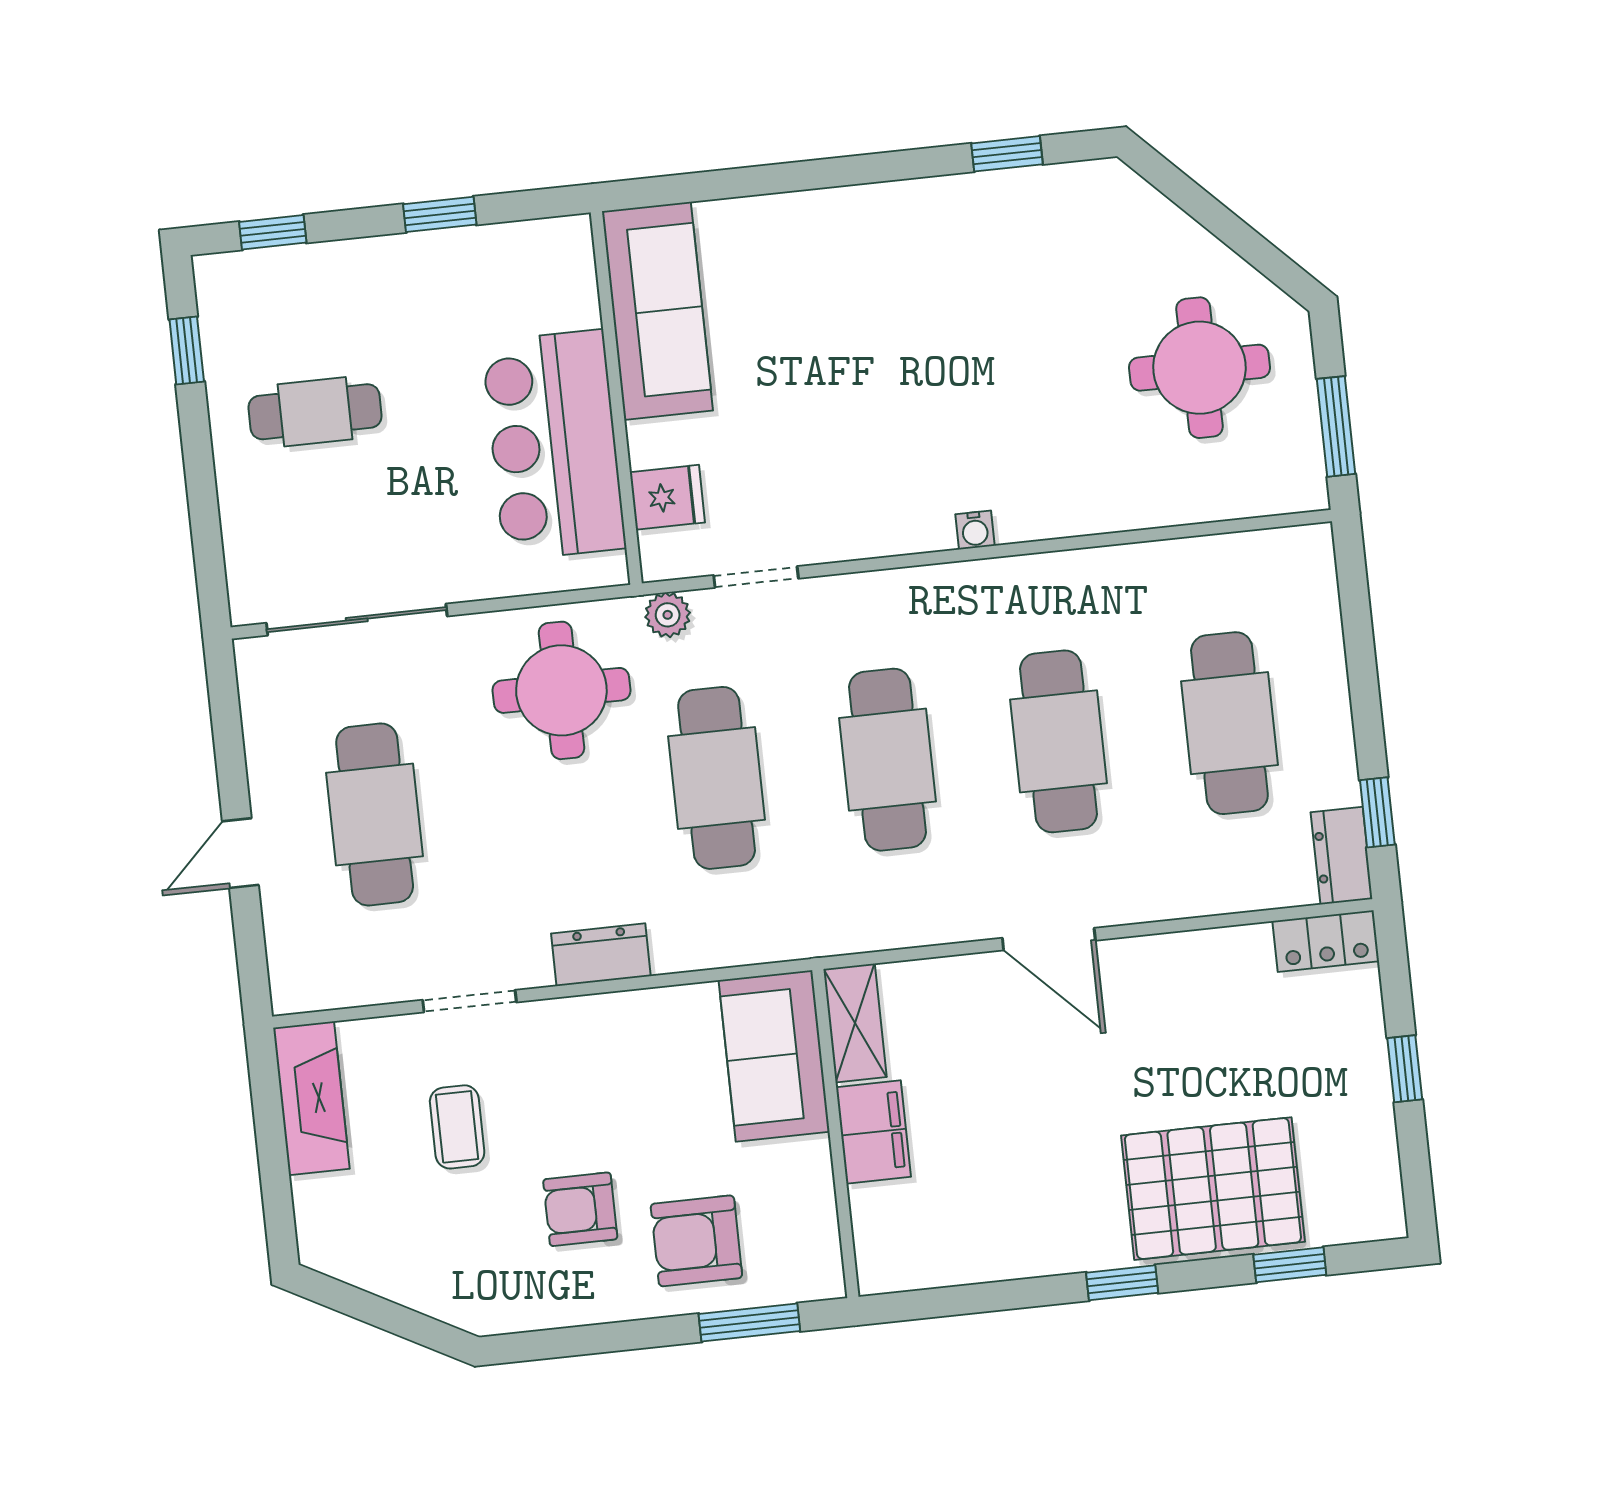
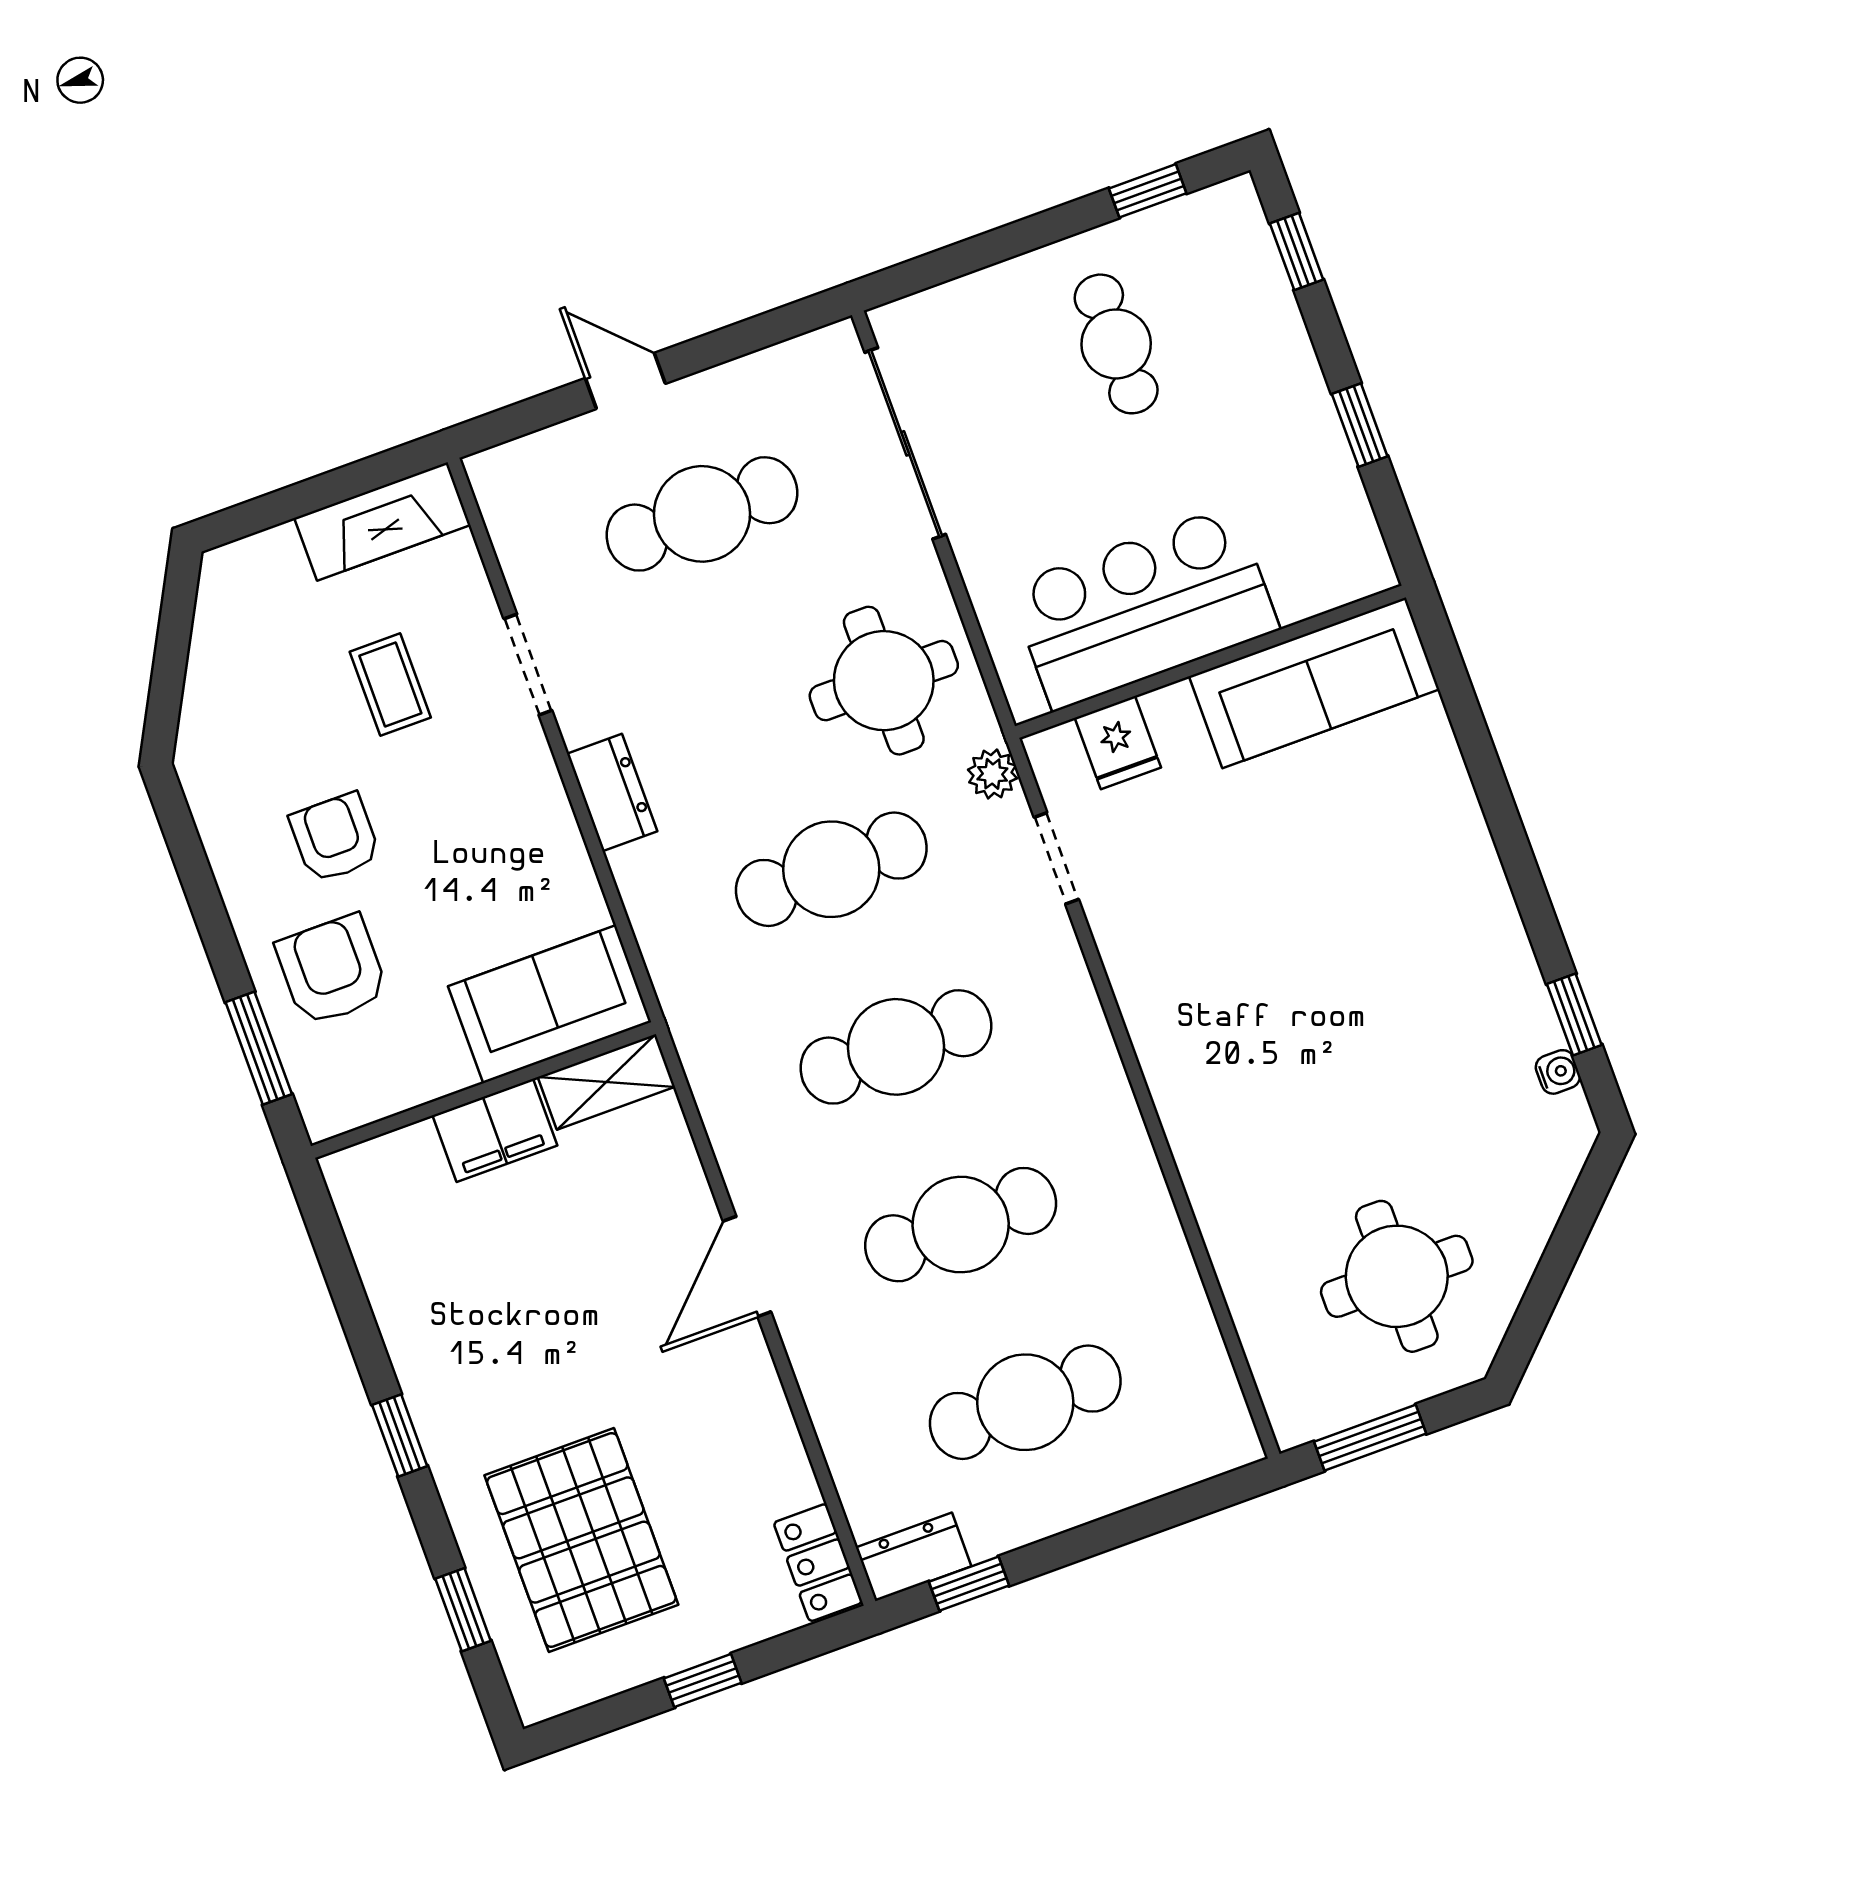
water cooler: (975, 530) -> (1558, 1072), moved, turned 180
coffee table: (457, 1127) -> (390, 685), turned 90
pallet: (1213, 1189) -> (581, 1540), moved

